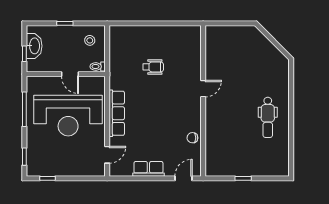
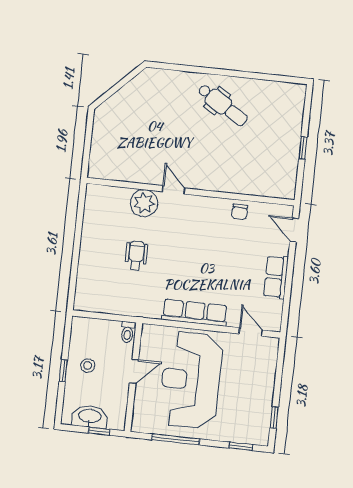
stool: (90, 40) -> (88, 366), moved
plant: (191, 68) -> (144, 203), added
reception desk: (68, 116) -> (191, 380), turned 180
dental chair: (268, 117) -> (223, 105), turned 32

